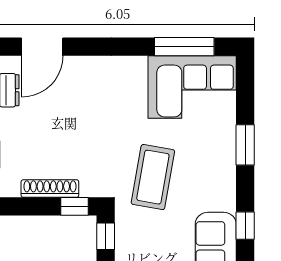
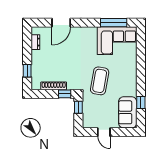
door: (42, 47) -> (61, 23), moved
window: (245, 145) -> (141, 66), removed

